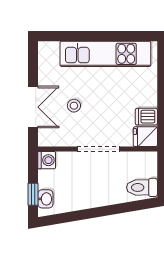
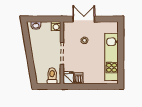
double door: (33, 107) -> (84, 19), swing flipped
toilet: (142, 187) -> (52, 76), moved
window: (33, 194) -> (38, 19), removed

